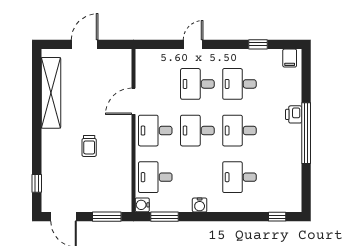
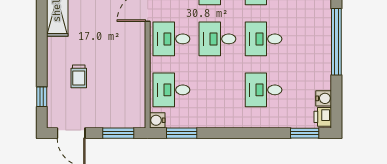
printer: (294, 114) -> (323, 117), moved
trolley: (89, 146) -> (79, 76), moved
water cooler: (200, 205) -> (324, 98), moved, turned -90
window: (277, 217) -> (305, 133), width x1.50

